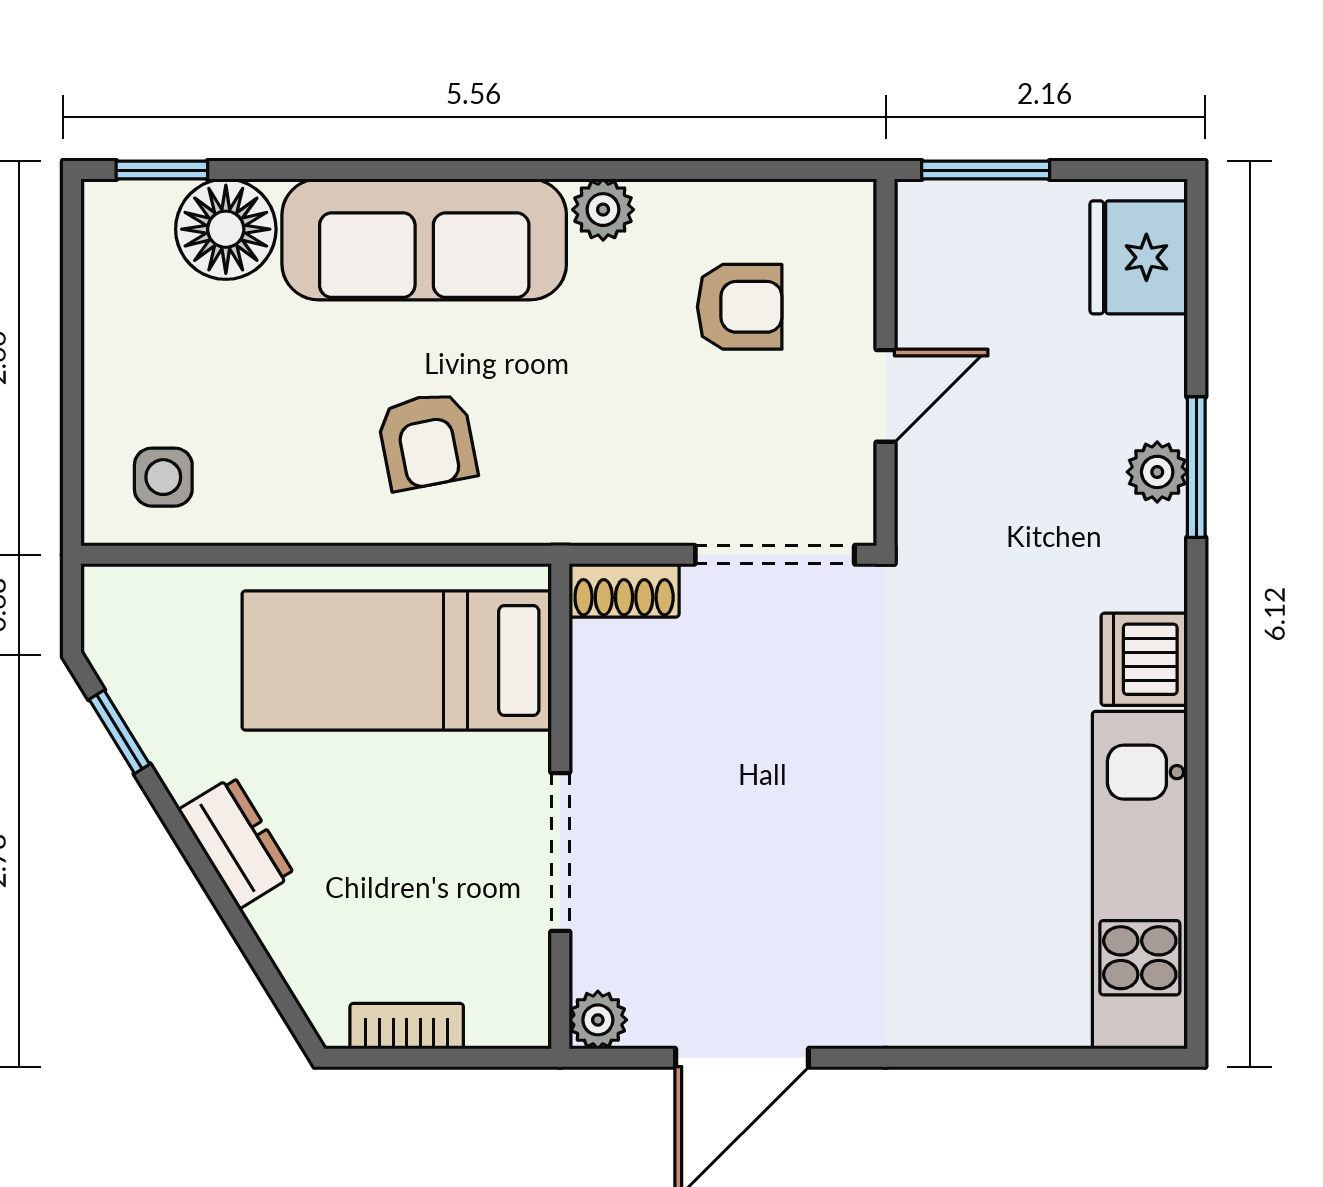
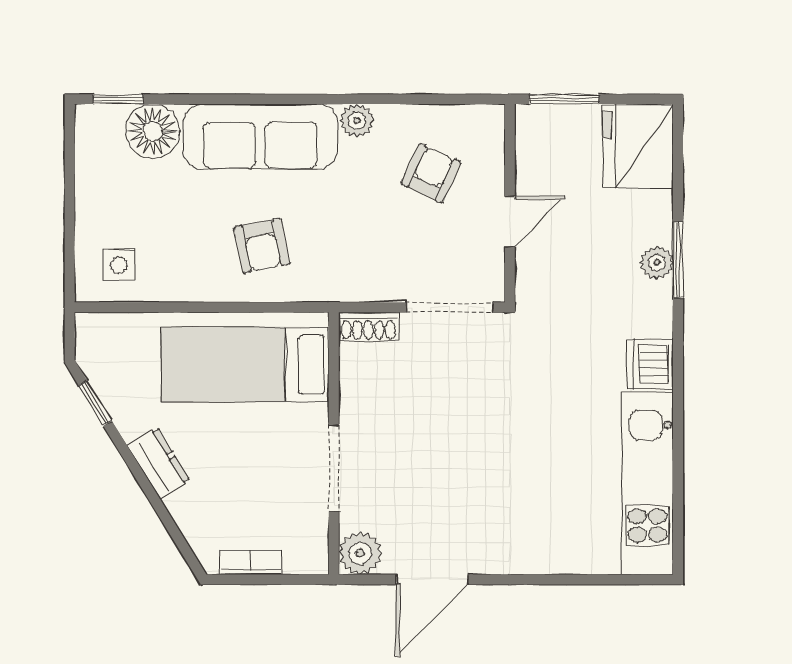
fridge: (1139, 257) -> (638, 146), width x1.36, depth x1.34
armchair: (740, 307) -> (431, 173), turned -65
plant: (598, 1020) -> (360, 553), width x1.38, depth x1.38

